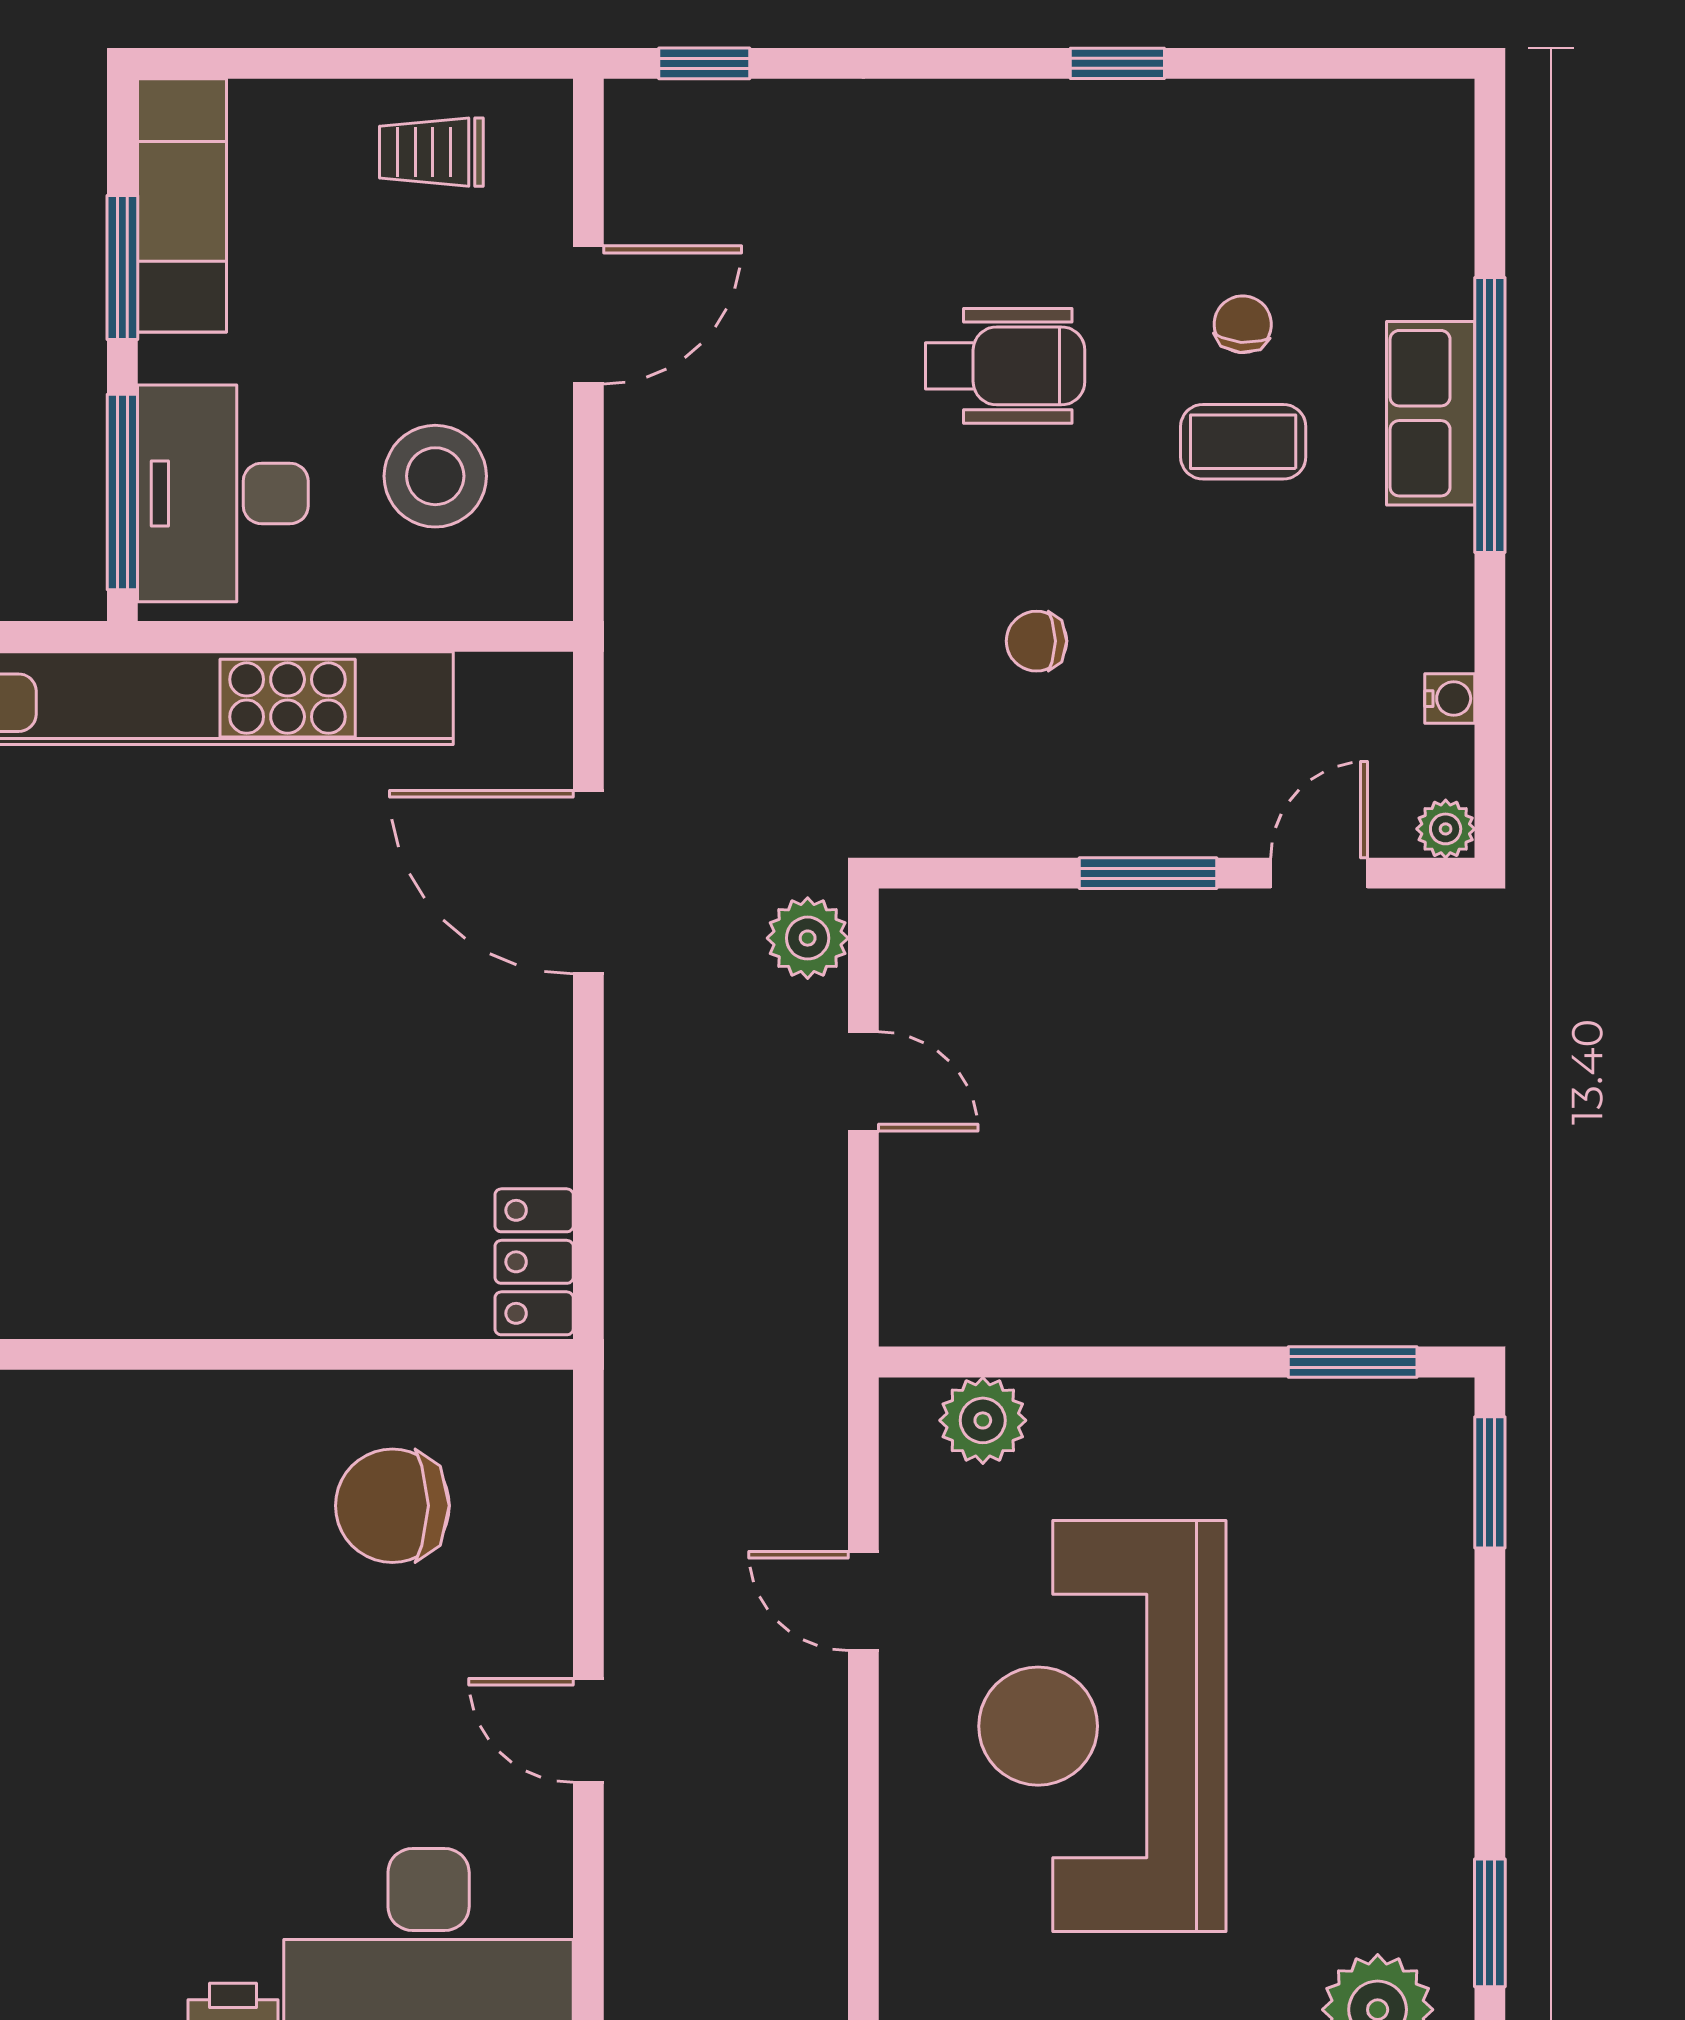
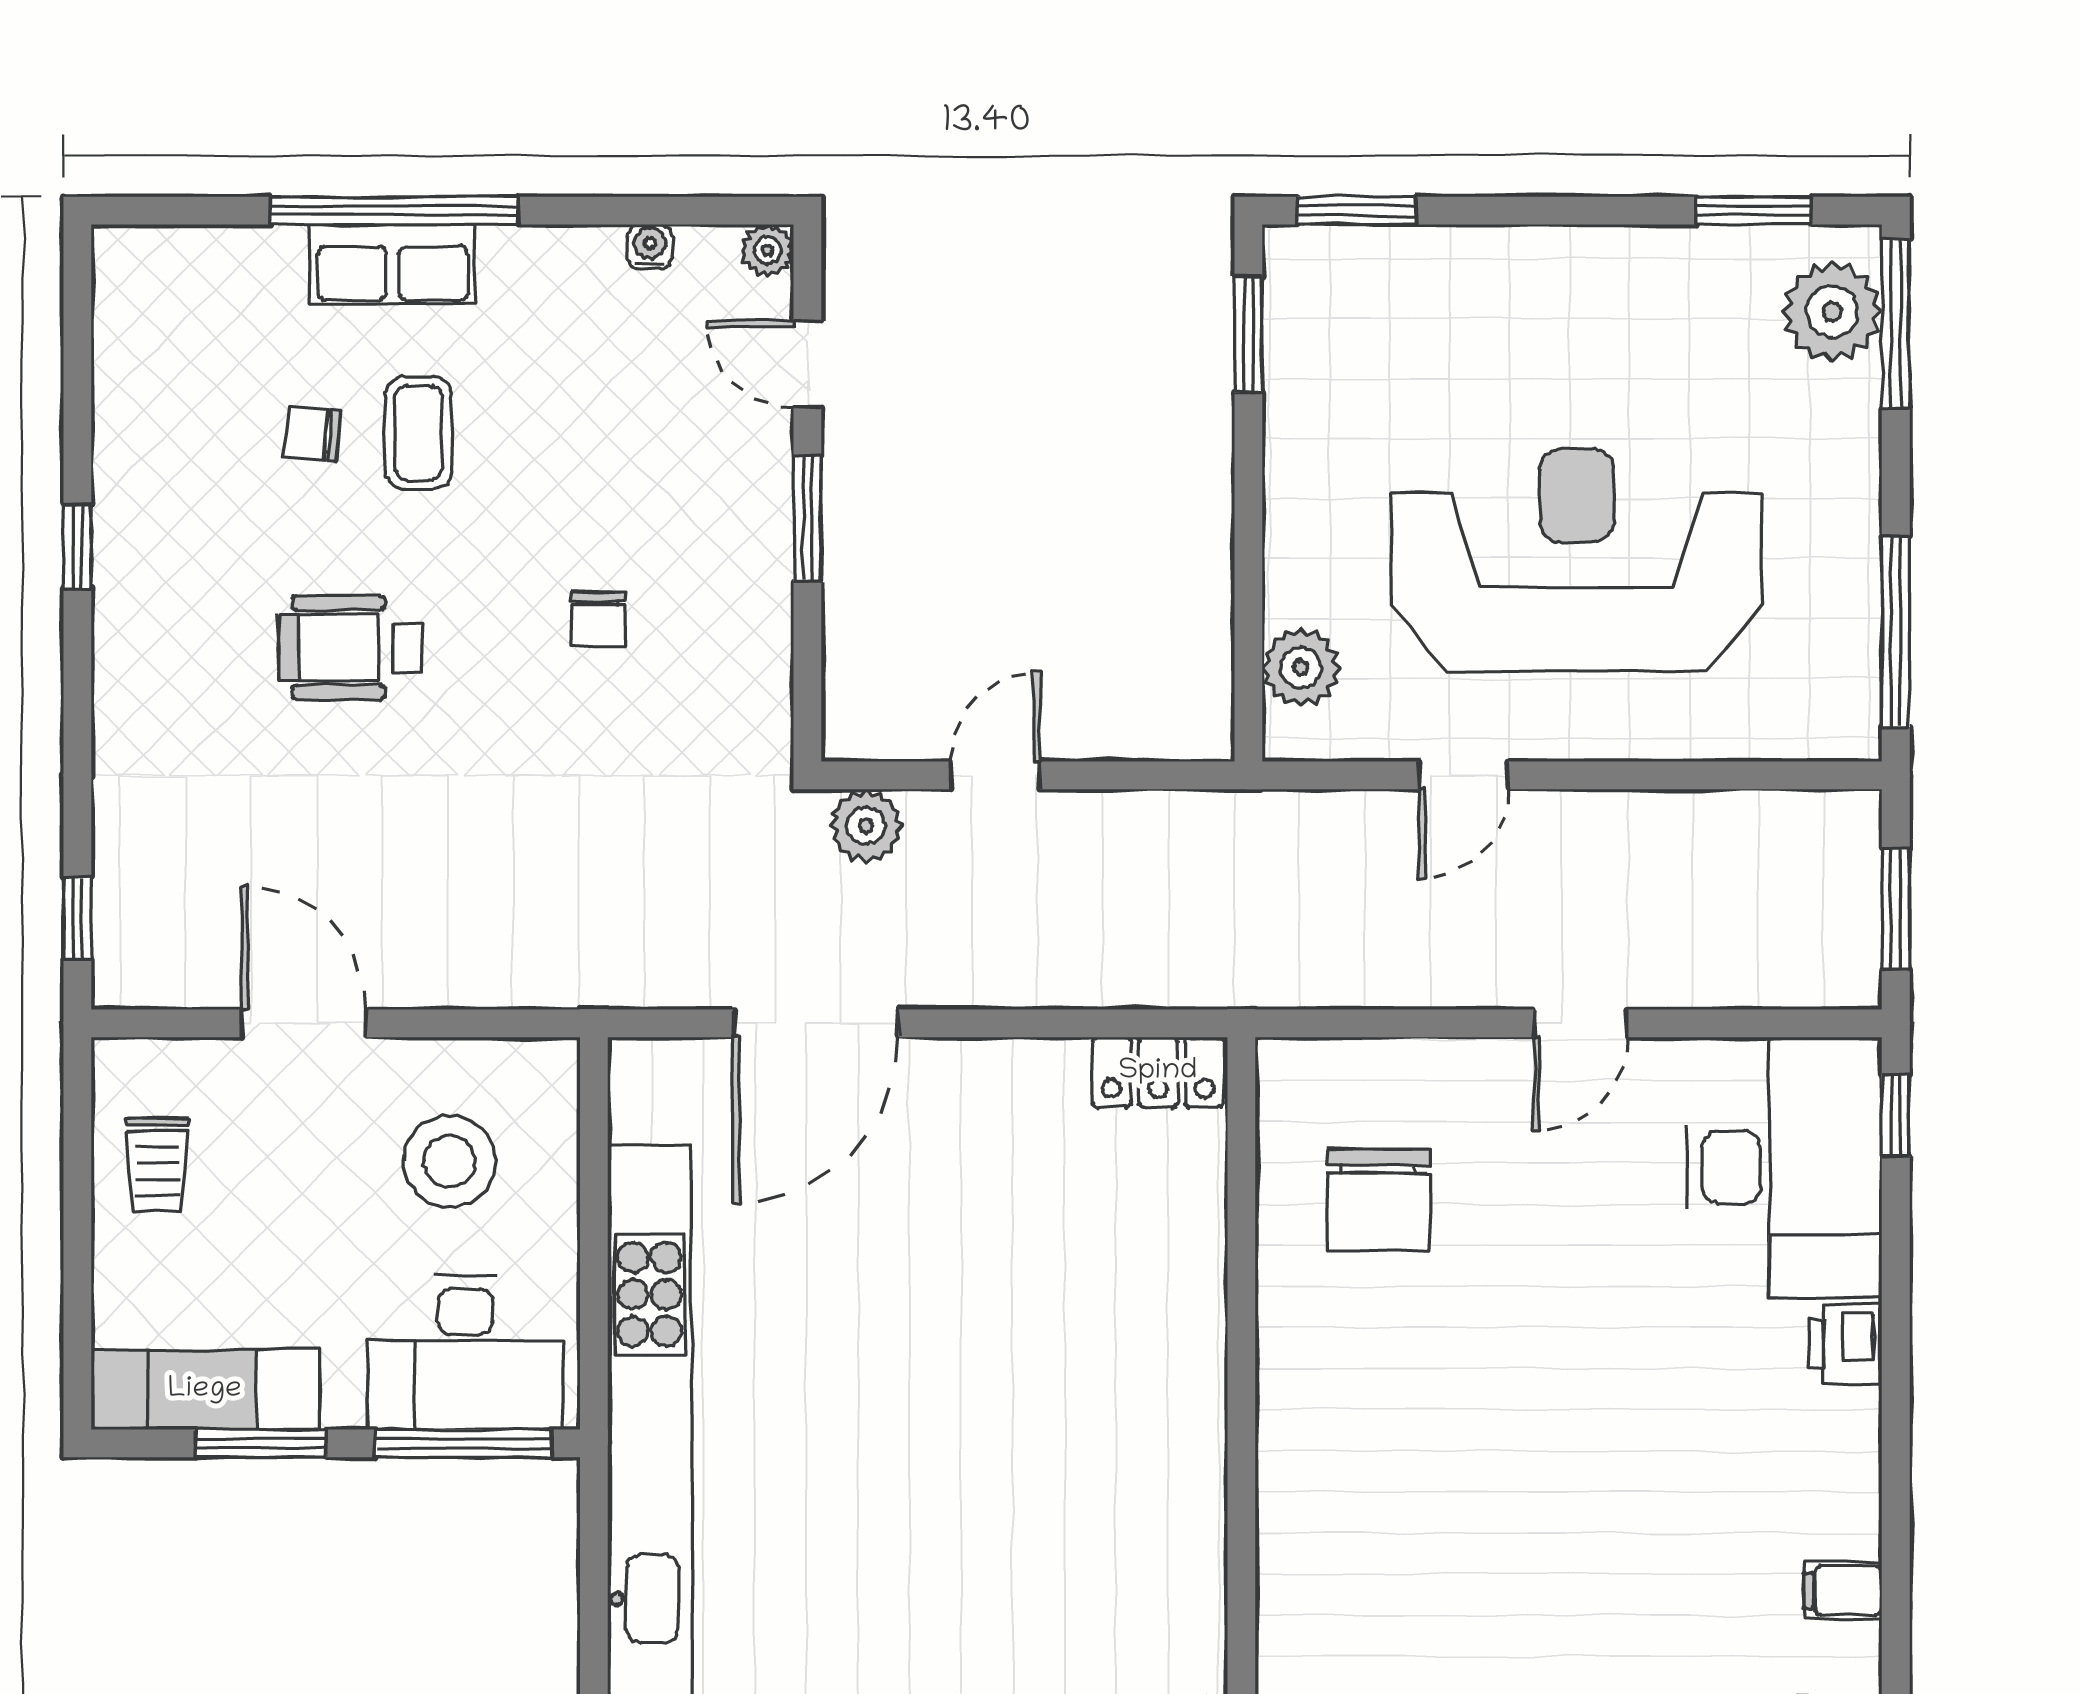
wheelchair: (1005, 366) -> (350, 648), turned -90
reception desk: (1102, 1726) -> (1577, 560), turned 180

